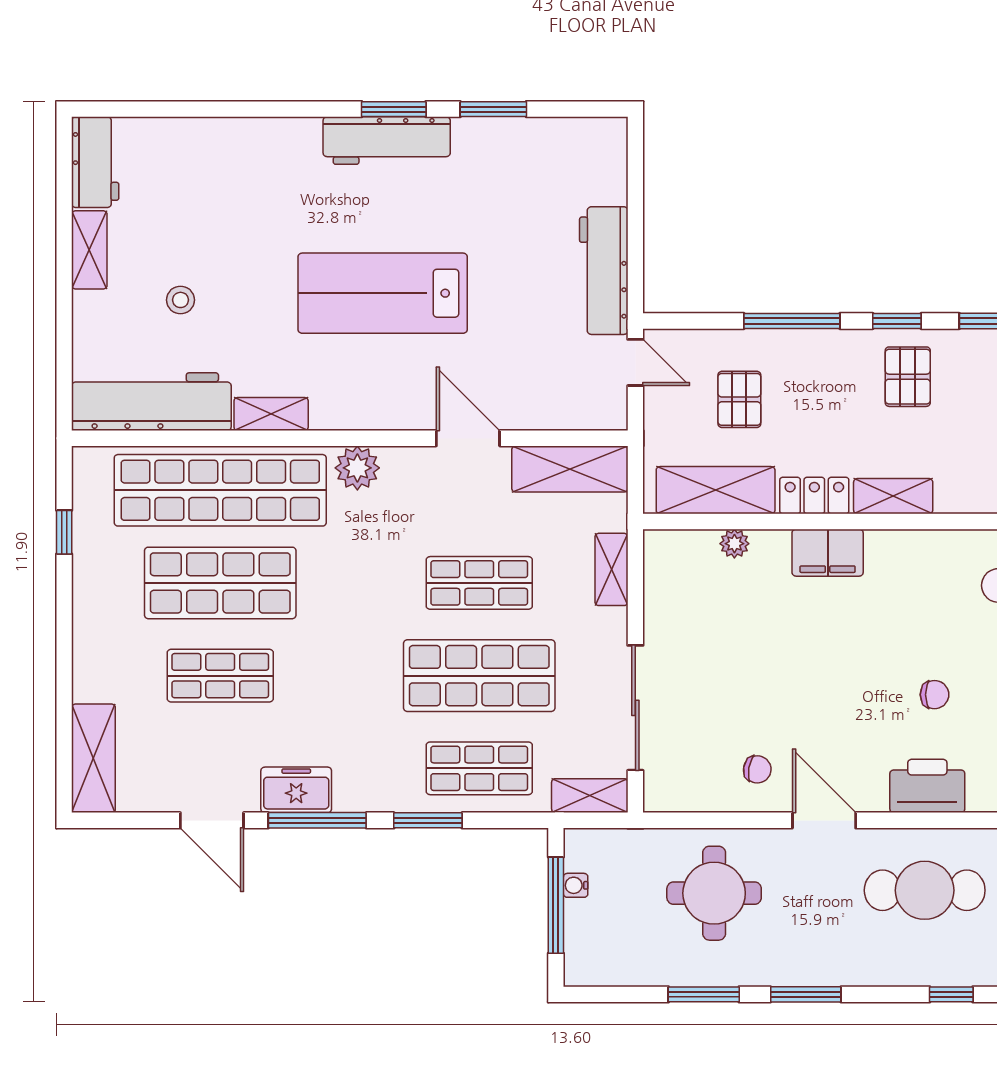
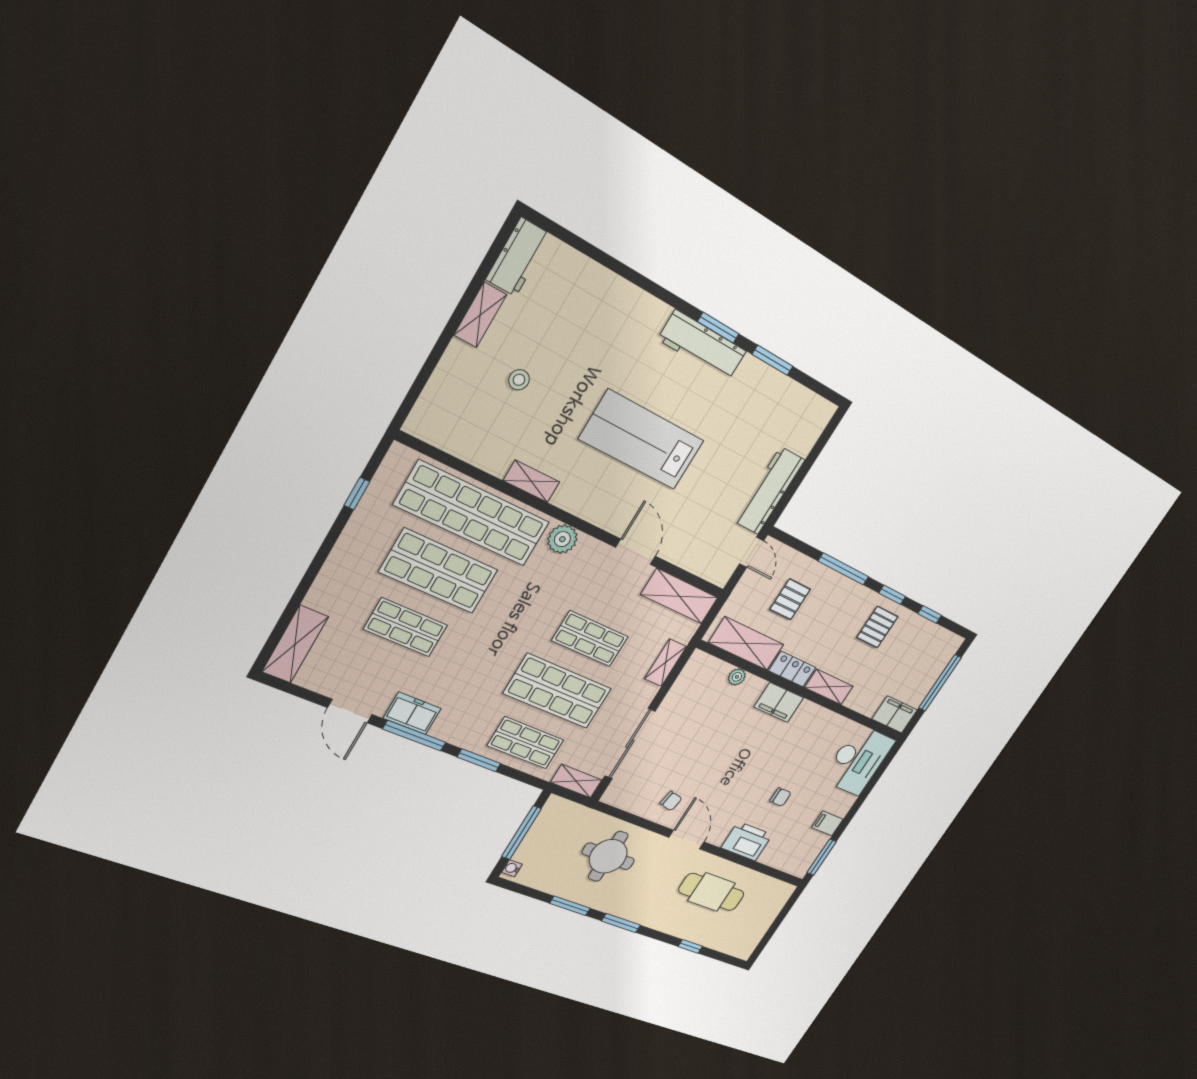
workbench: (151, 402) -> (462, 436), removed
water cooler: (576, 885) -> (512, 868), moved

